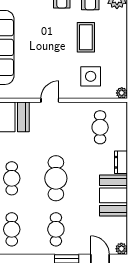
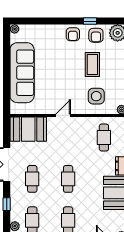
cafe table: (56, 178) -> (68, 179), width x0.73, depth x0.74

